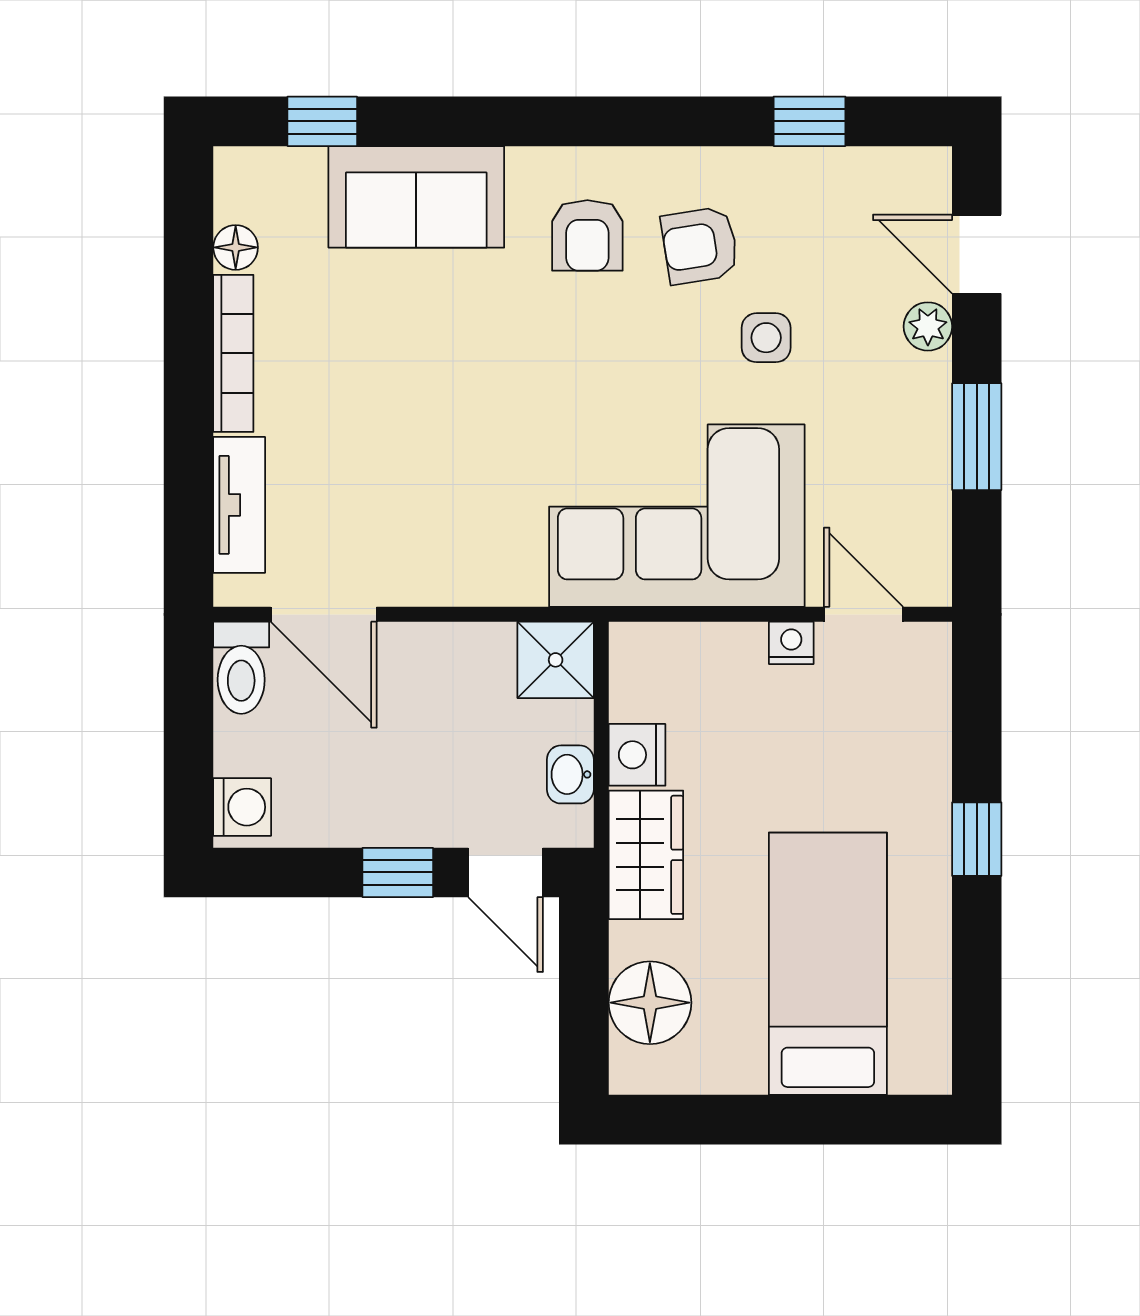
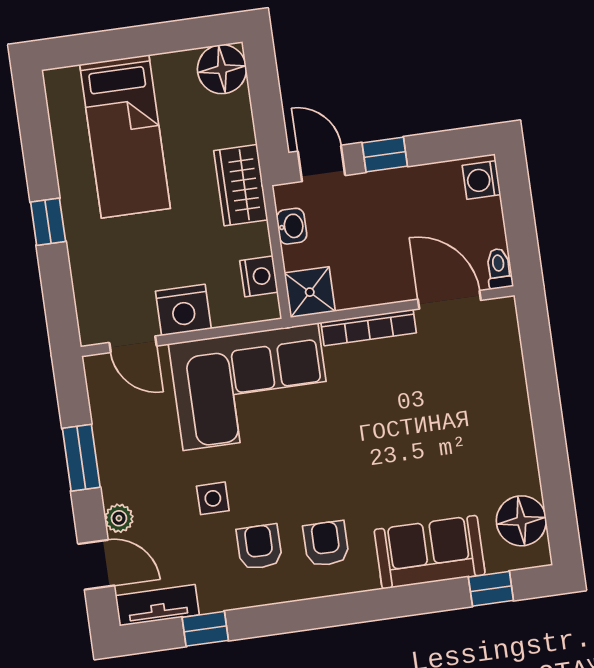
armchair: (700, 246) -> (259, 547), turned -81
floor lamp: (236, 247) -> (521, 521), width x1.89, depth x1.89
bookcase: (233, 353) -> (369, 328), moved, turned -90
tv unit: (239, 505) -> (157, 605), moved, turned 90
nightstand: (791, 643) -> (183, 310), width x1.89, depth x1.79
toilet: (241, 668) -> (499, 268), width x0.73, depth x0.72
nightstand: (637, 755) -> (259, 276), moved
floor lamp: (650, 1003) -> (222, 69), moved

